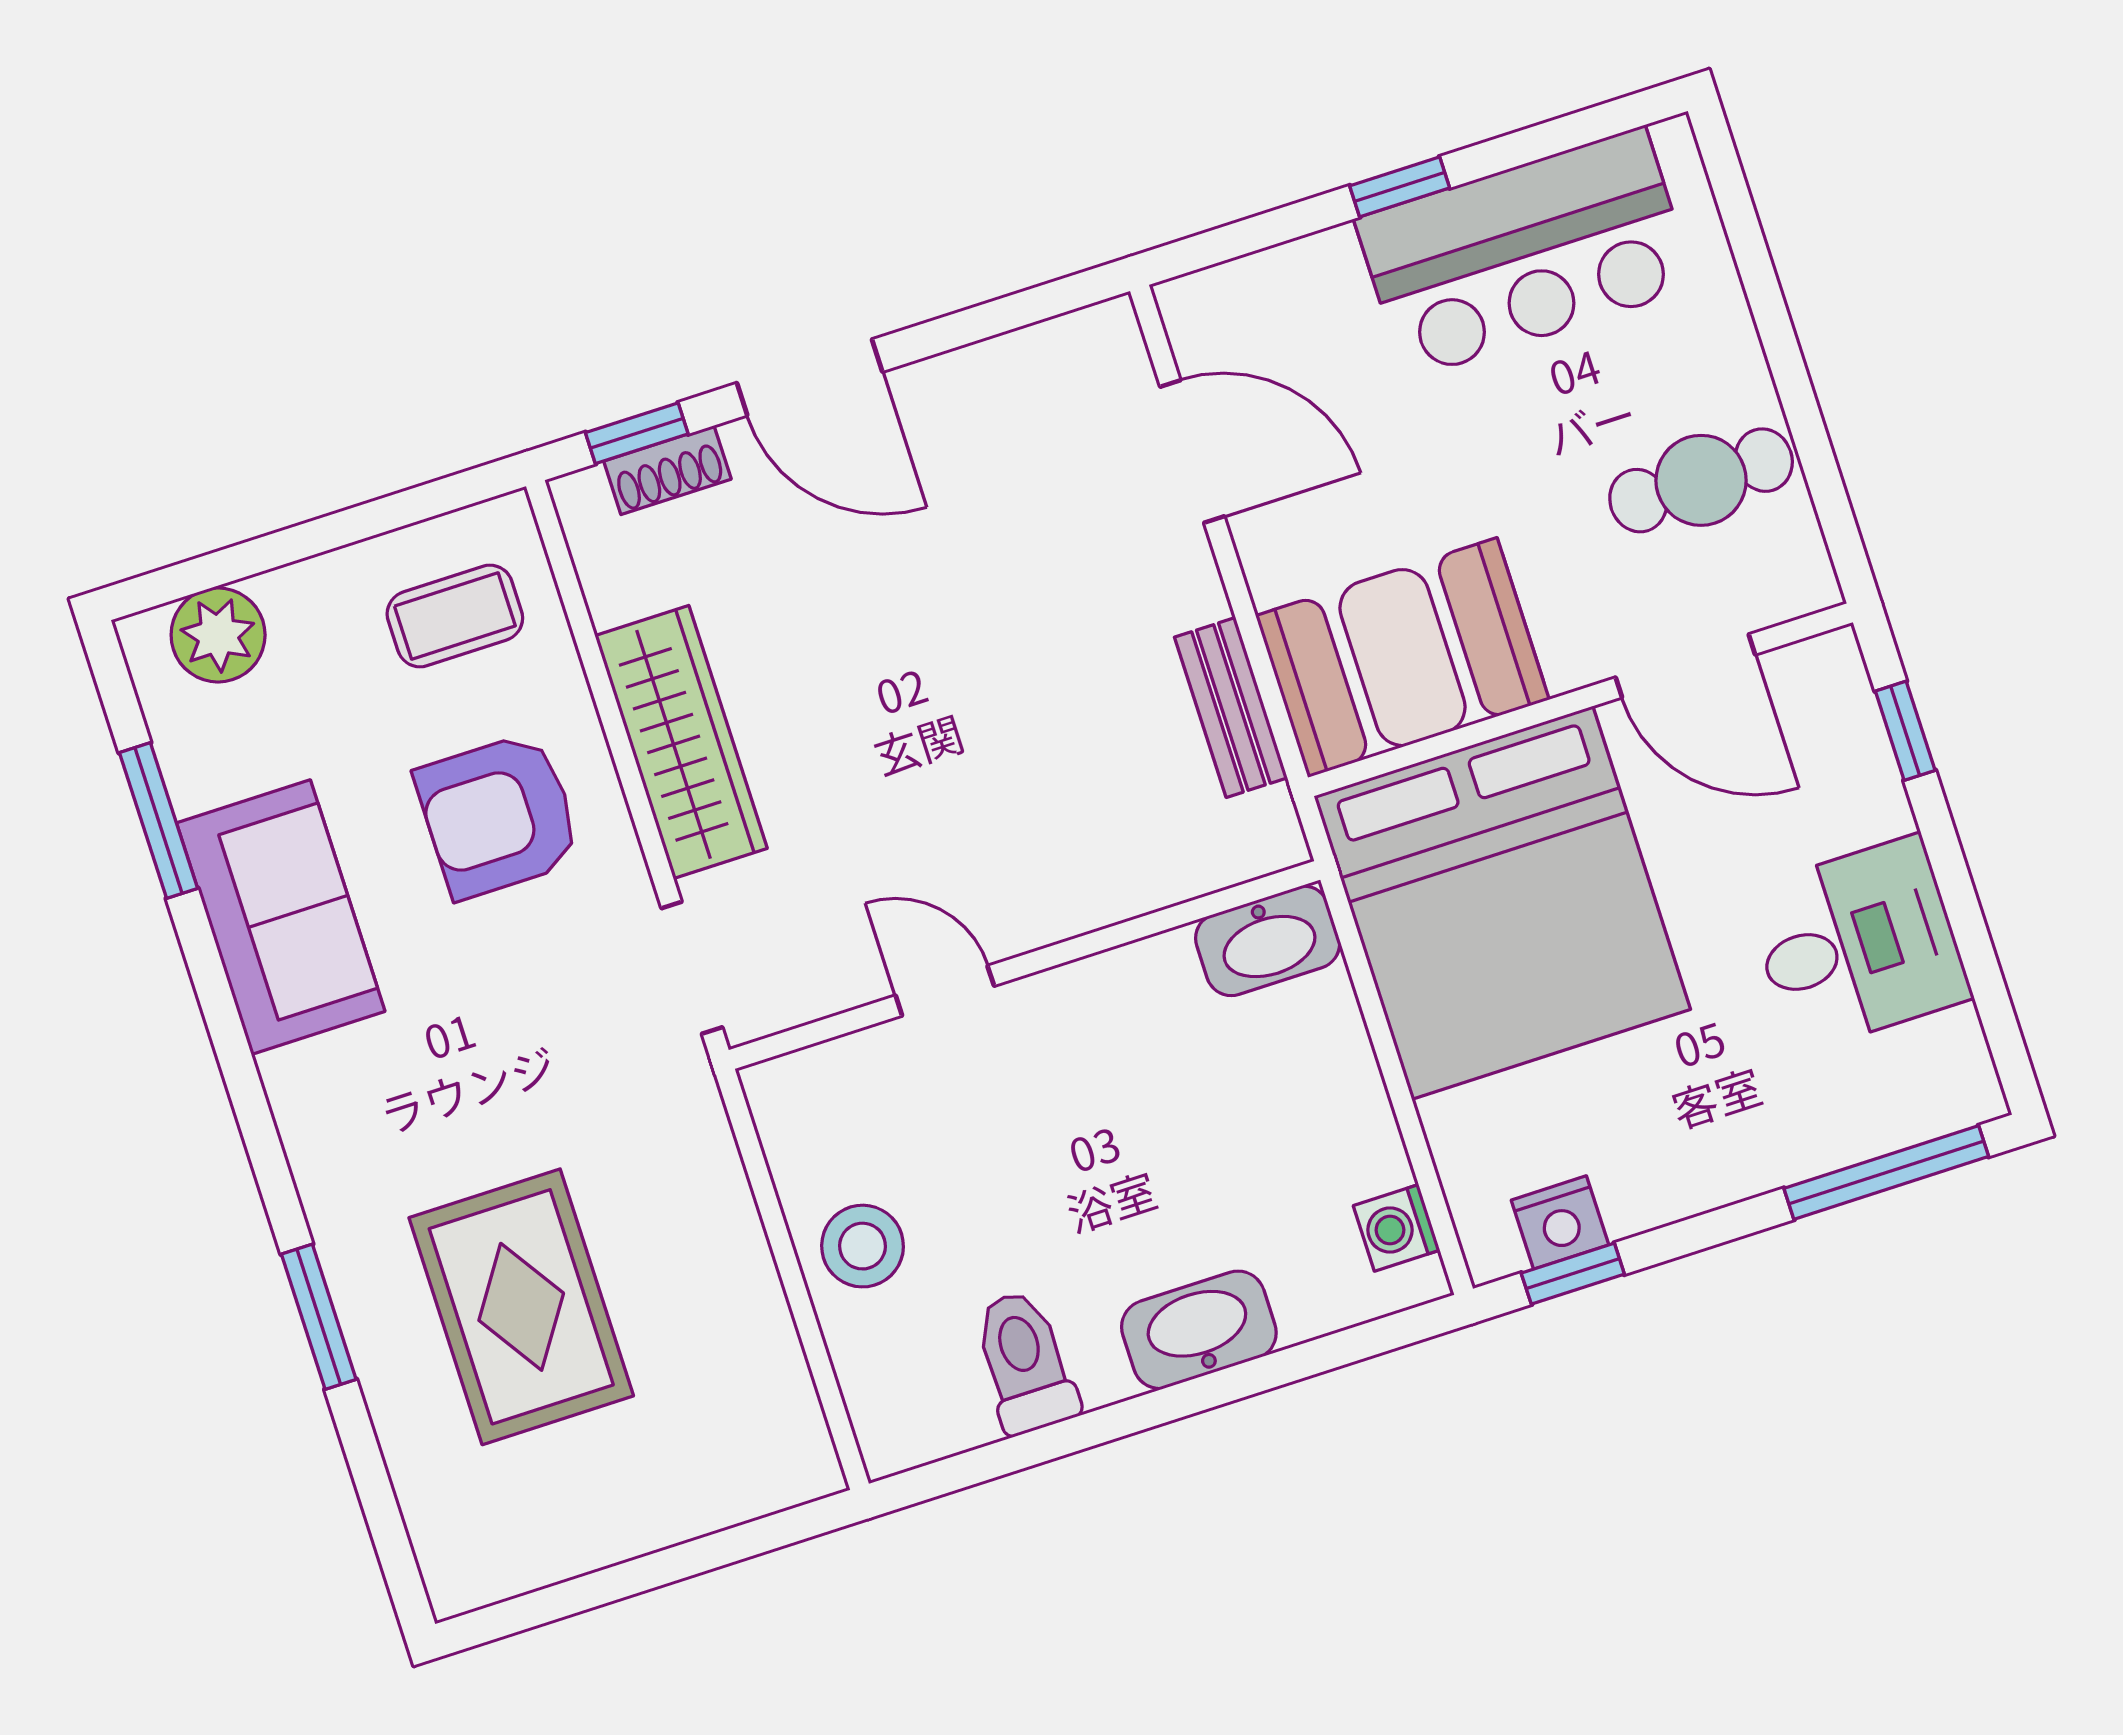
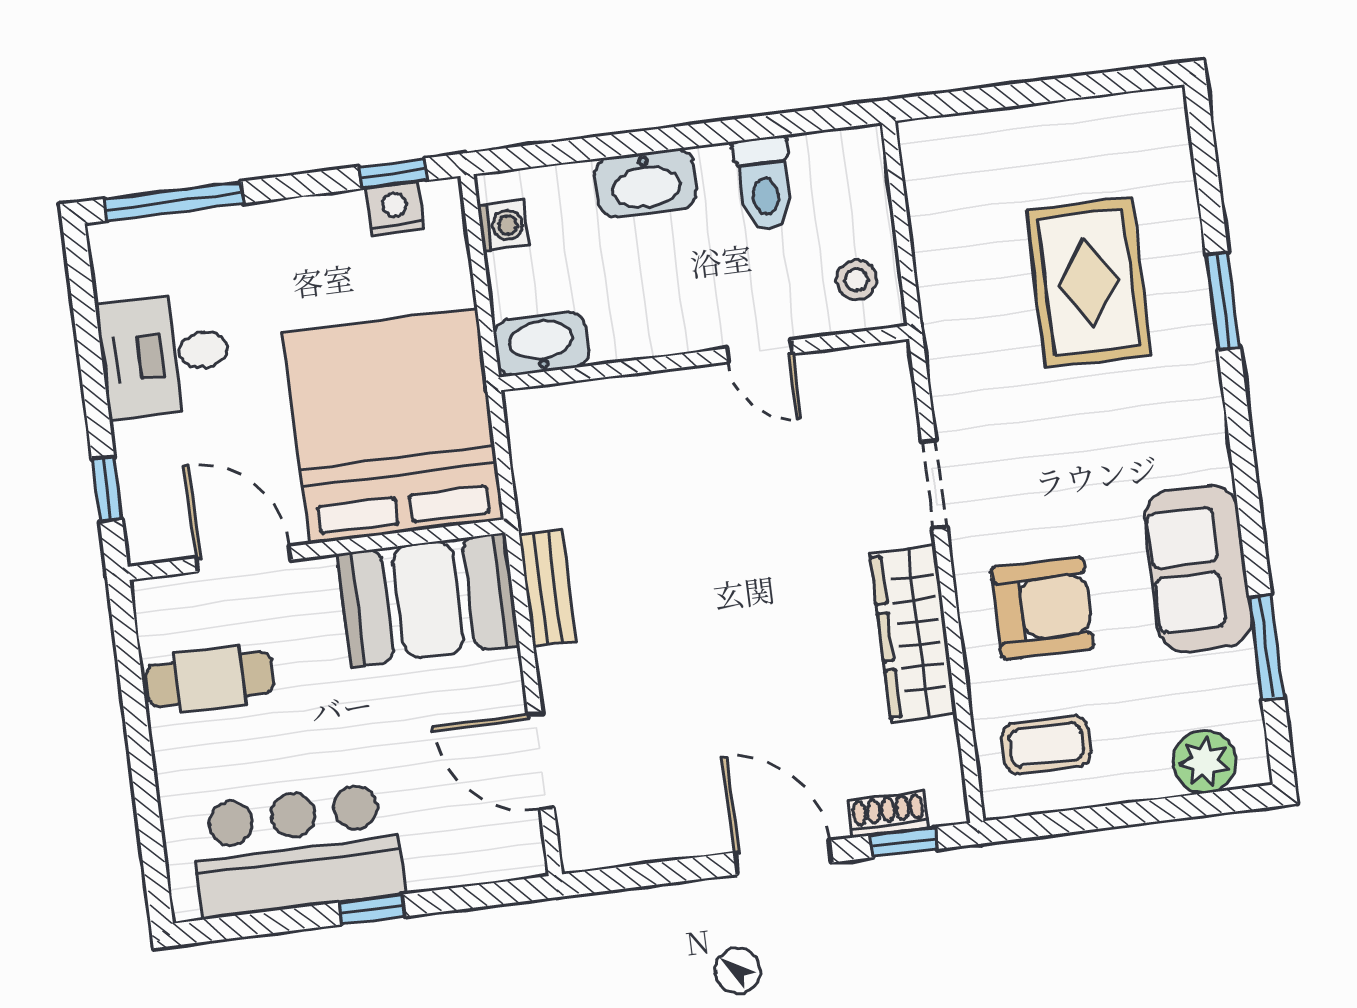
washbasin: (1268, 941) -> (541, 344), moved
wall: (1025, 965) -> (704, 358), moved
door: (945, 991) -> (760, 351), moved
stool: (863, 1246) -> (857, 280), width x0.73, depth x0.73

